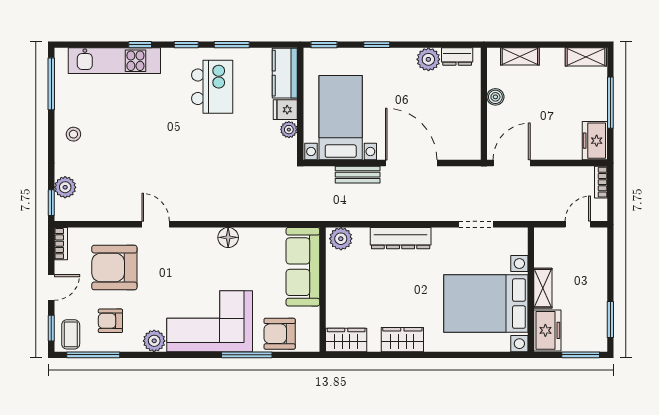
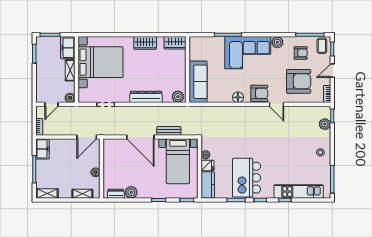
kitchen island: (212, 87) -> (246, 178), width x1.37, depth x1.28
boiler: (543, 236) -> (70, 98), added
armchair: (280, 334) -> (259, 93), moved

